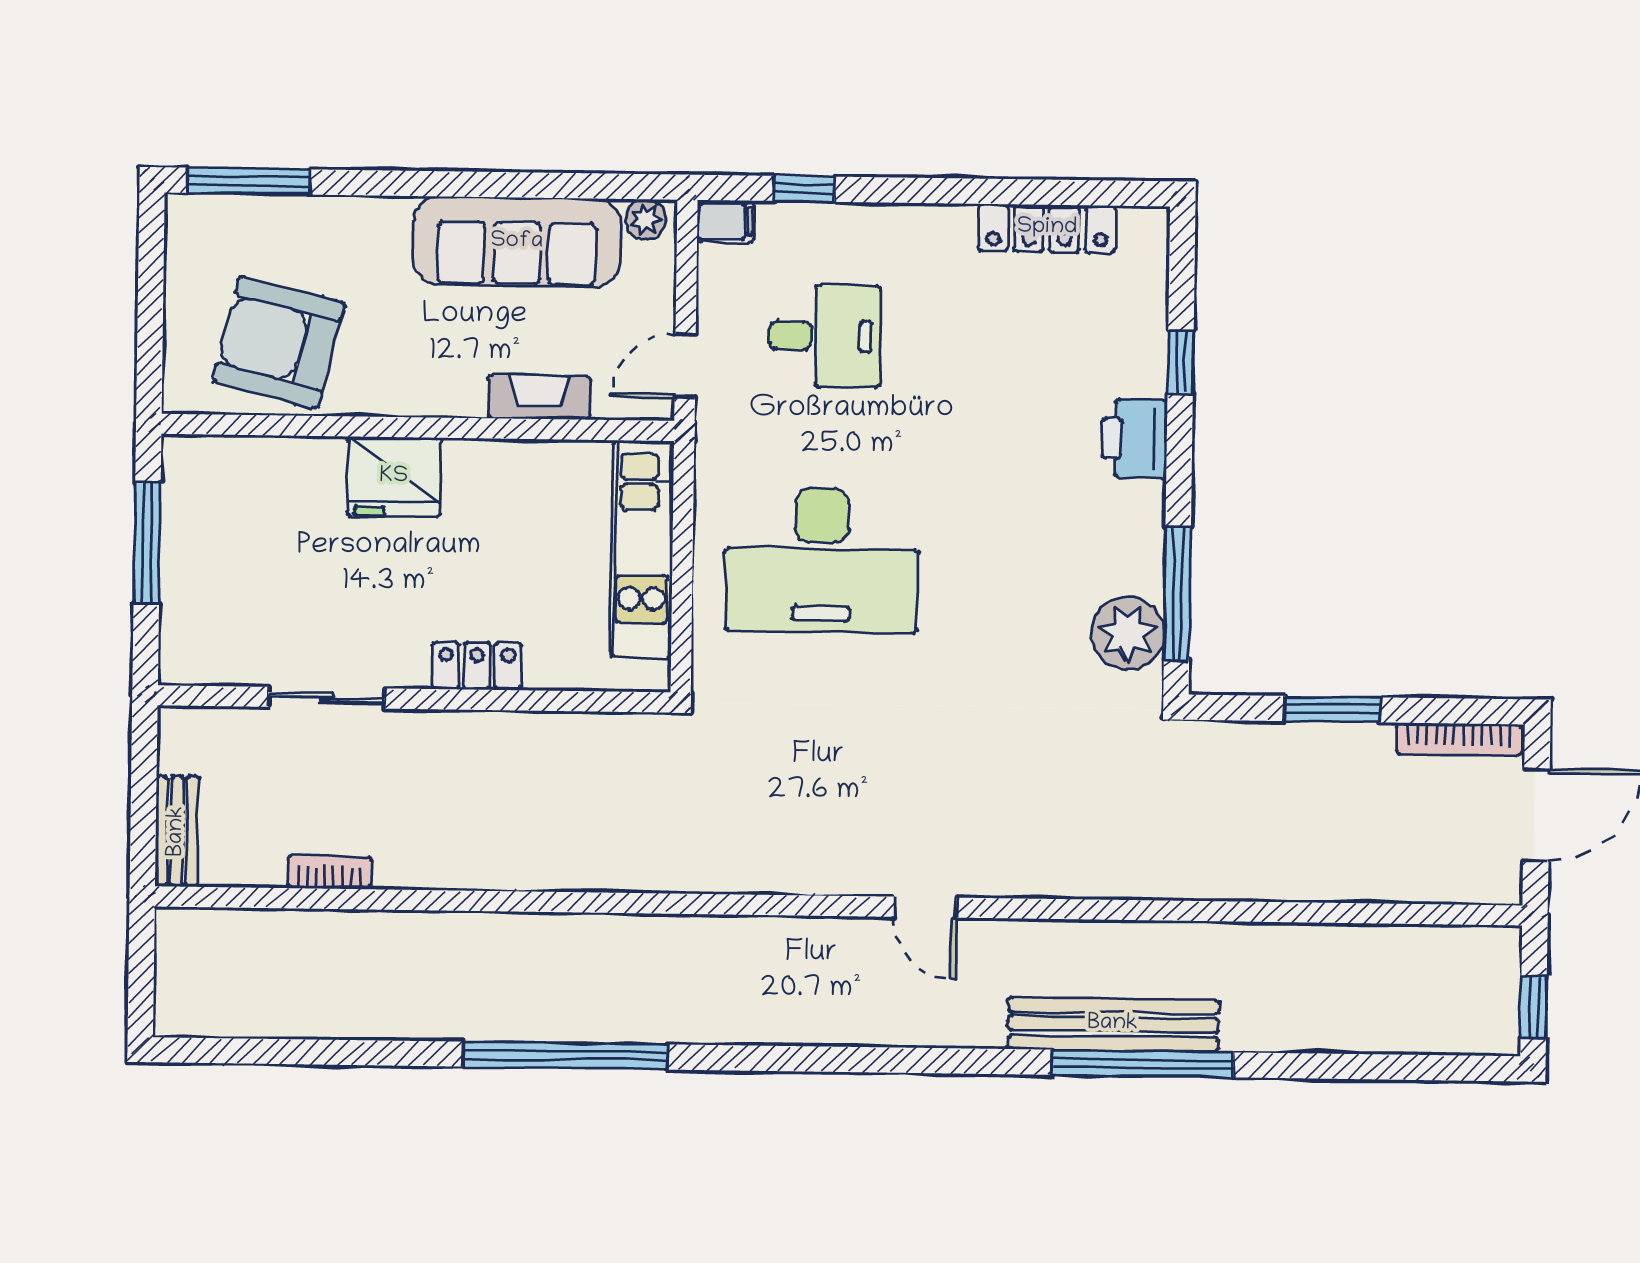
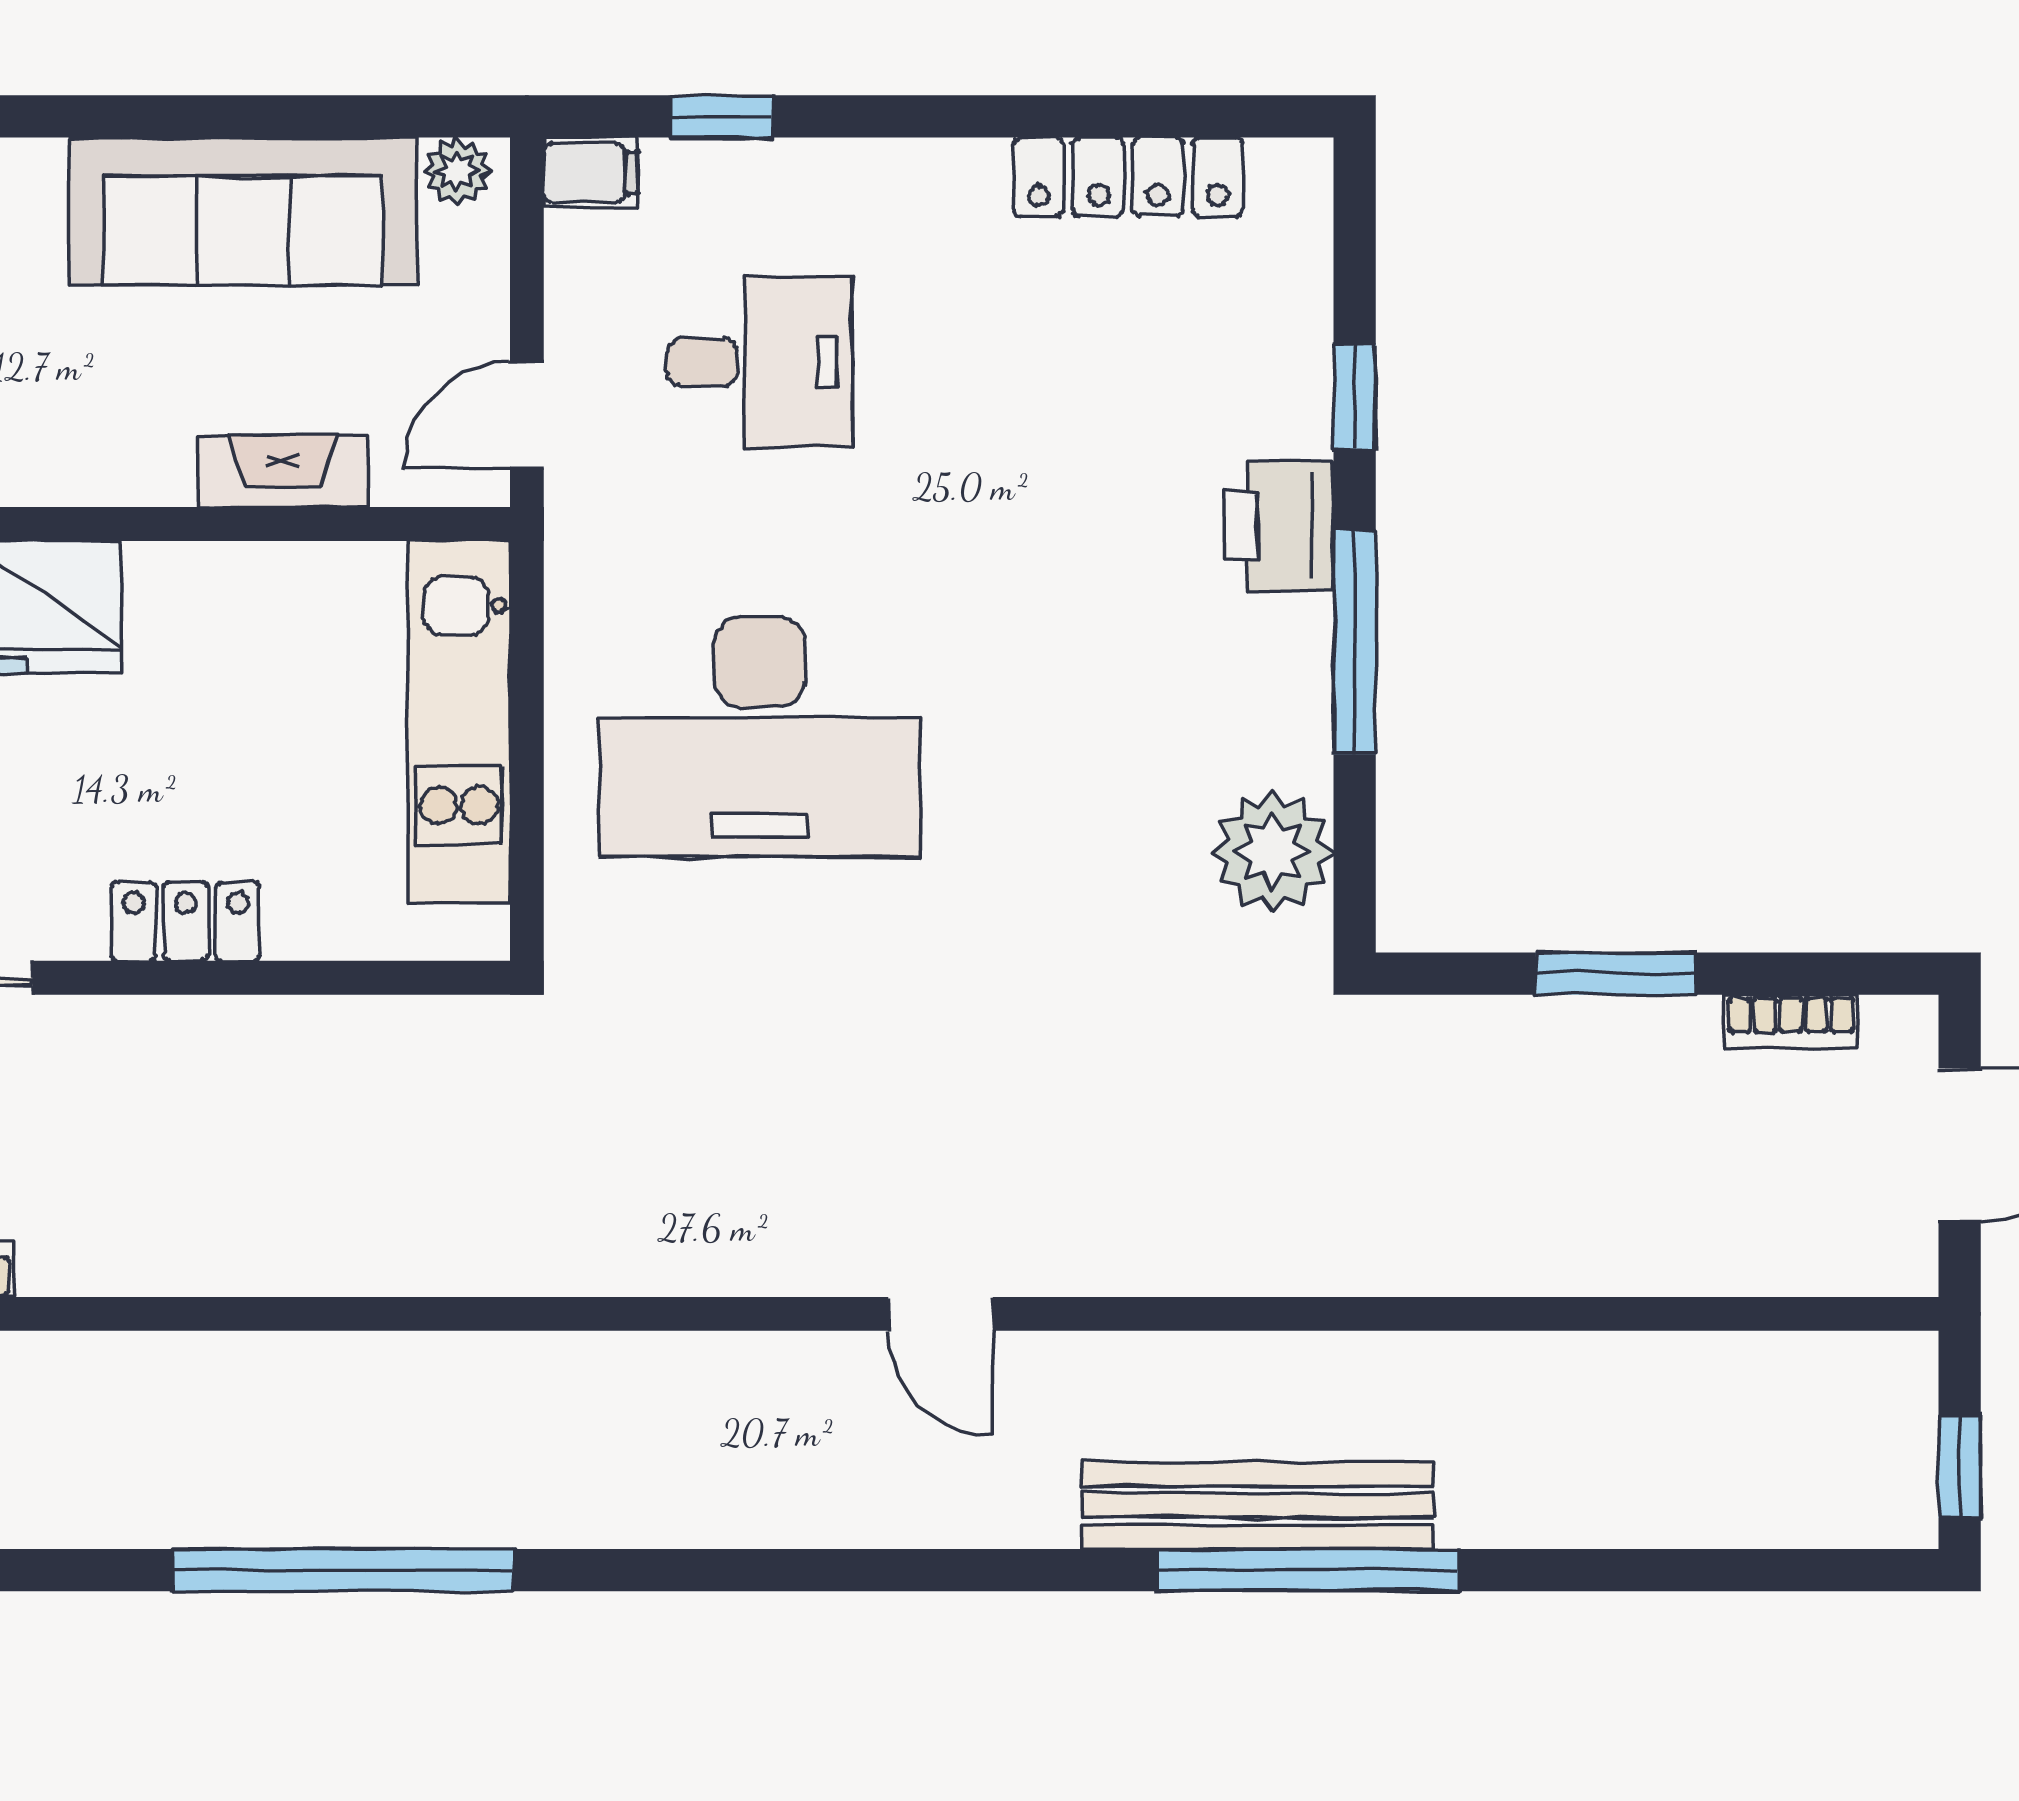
window: (1177, 594) -> (1355, 642), moved
bookcase: (1459, 739) -> (1791, 1021), width x0.64

